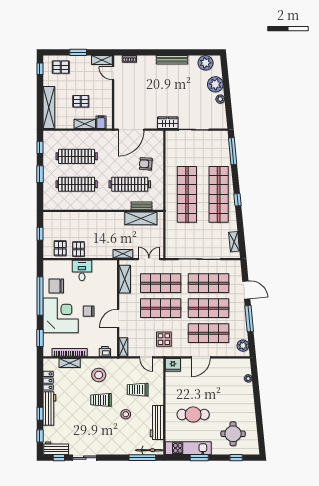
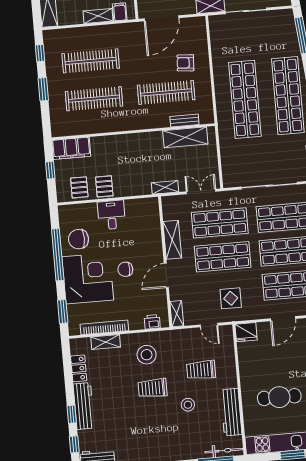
filing cabinet: (57, 219) -> (71, 148), added
shelving: (125, 279) -> (172, 240), moved

